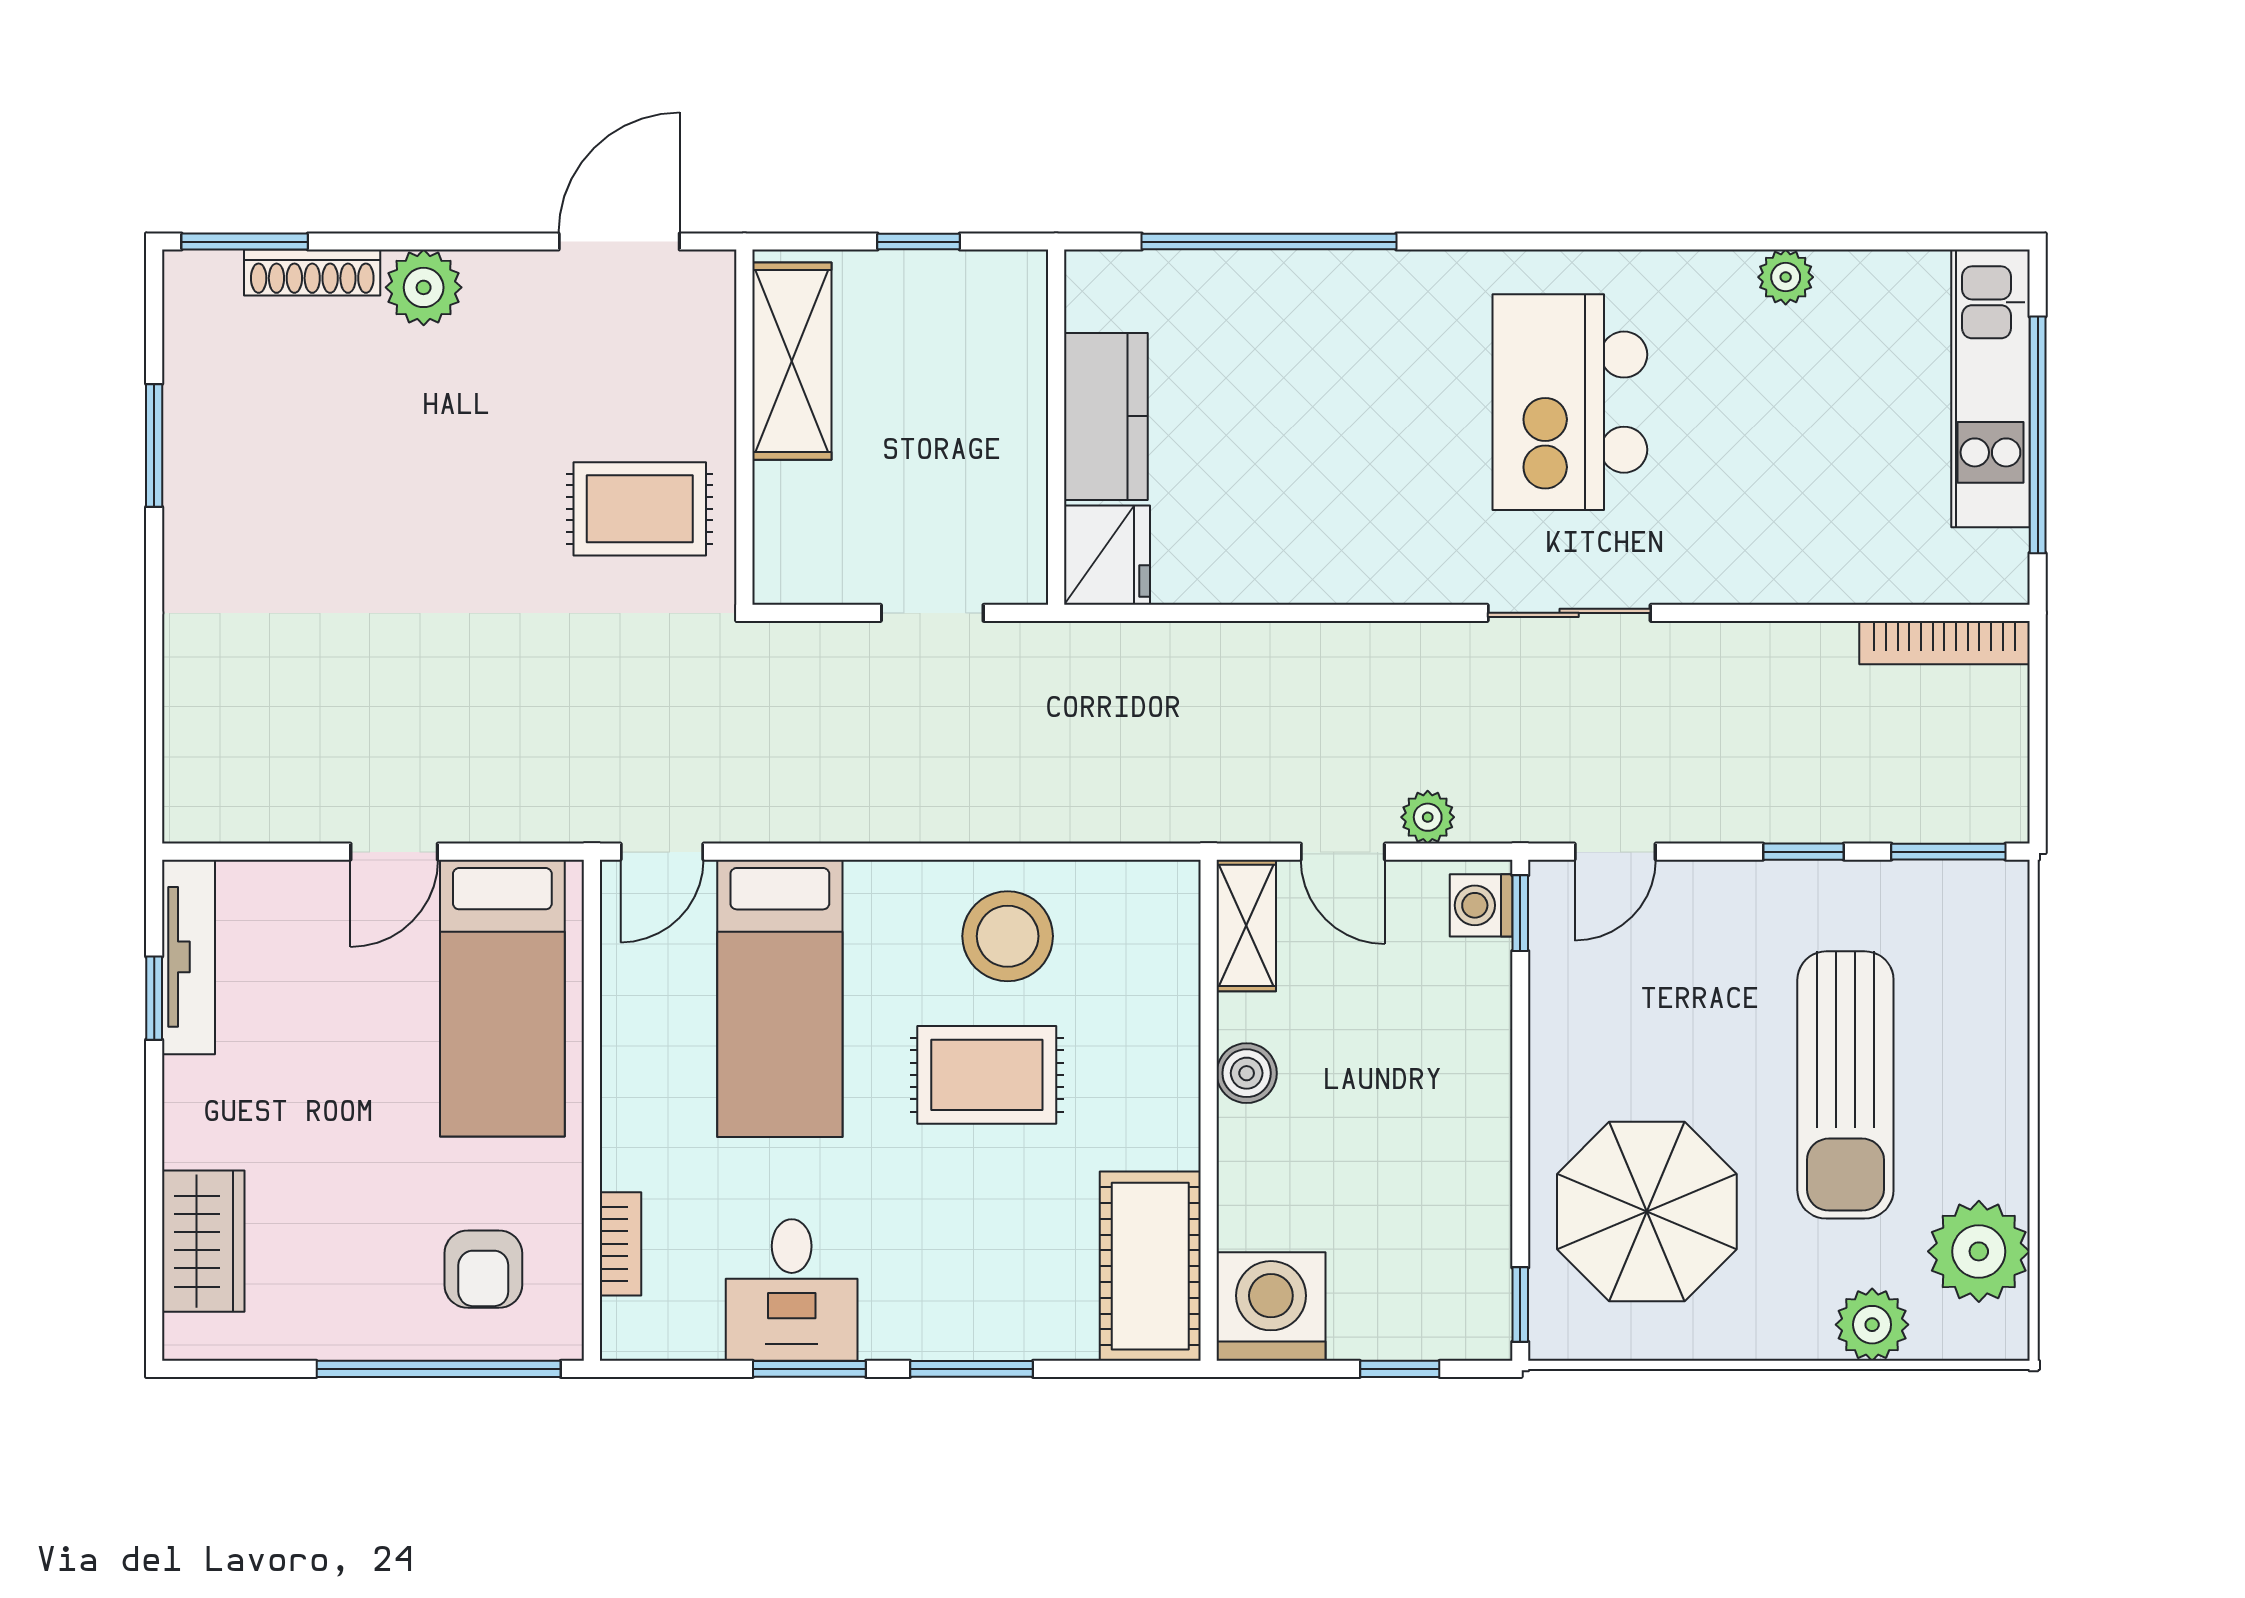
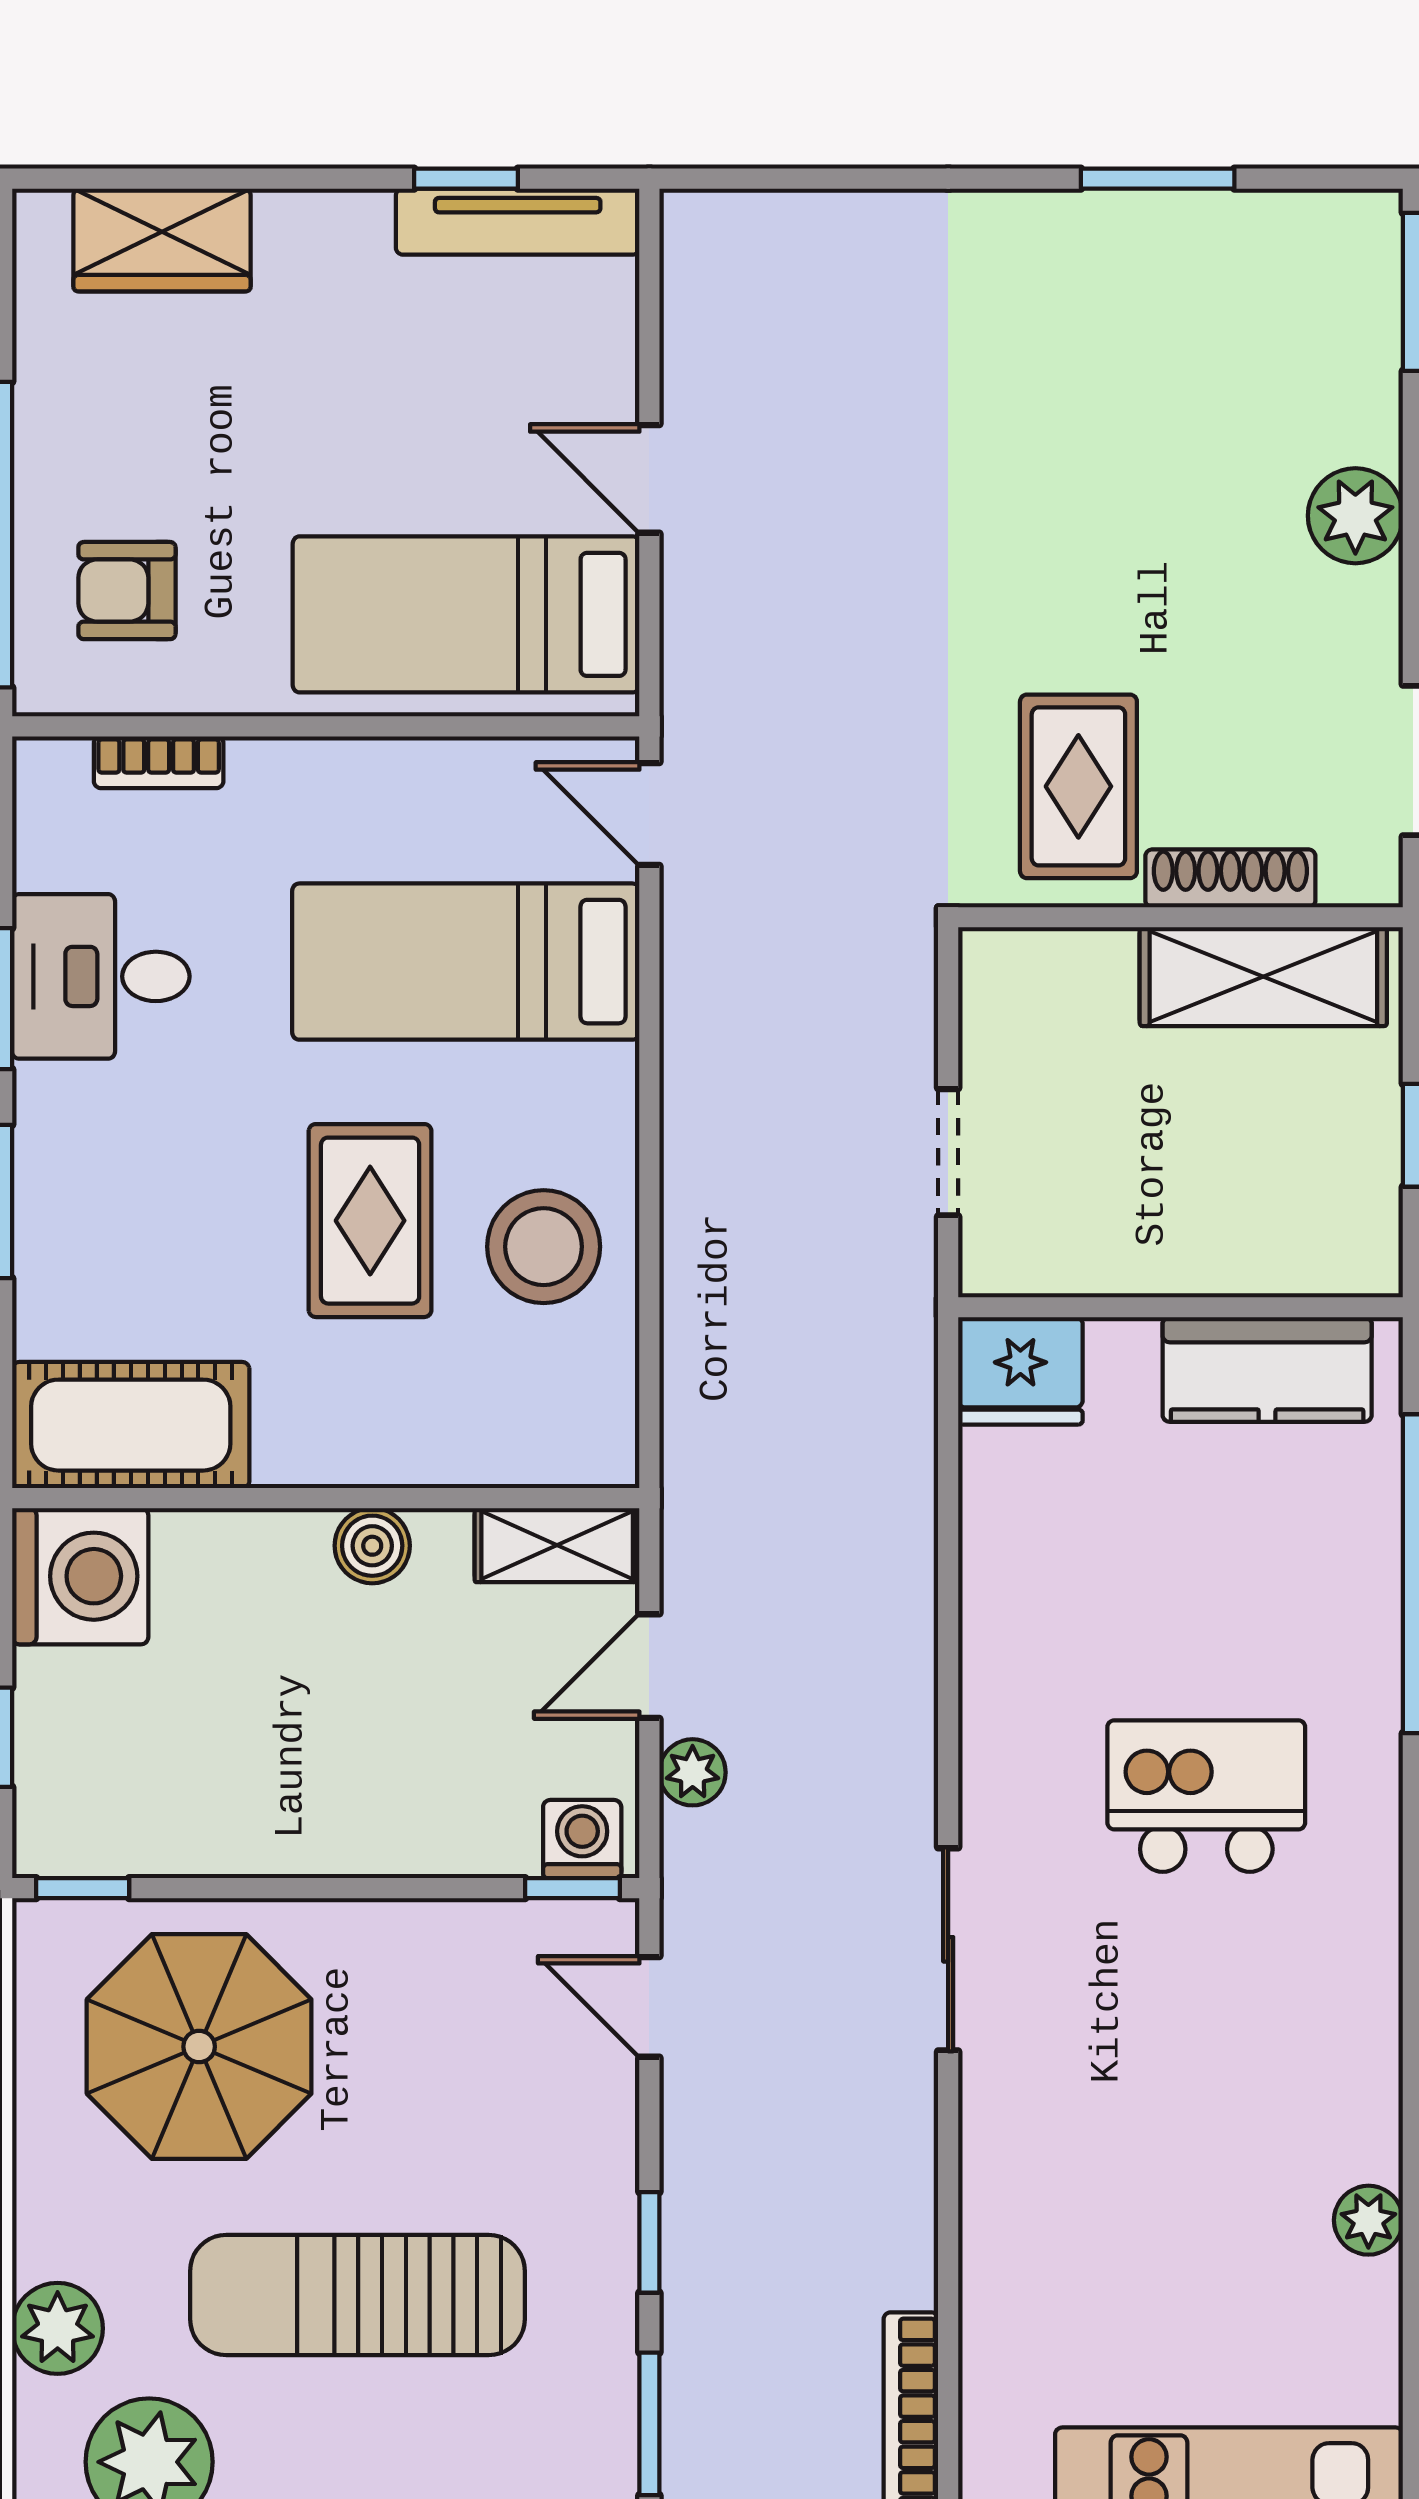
shoe rack: (312, 273) -> (1230, 878), moved, turned 90
kitchen island: (1570, 402) -> (1206, 1796), moved, width x0.73, depth x0.78
kitchen counter: (1106, 416) -> (1267, 1370), moved

